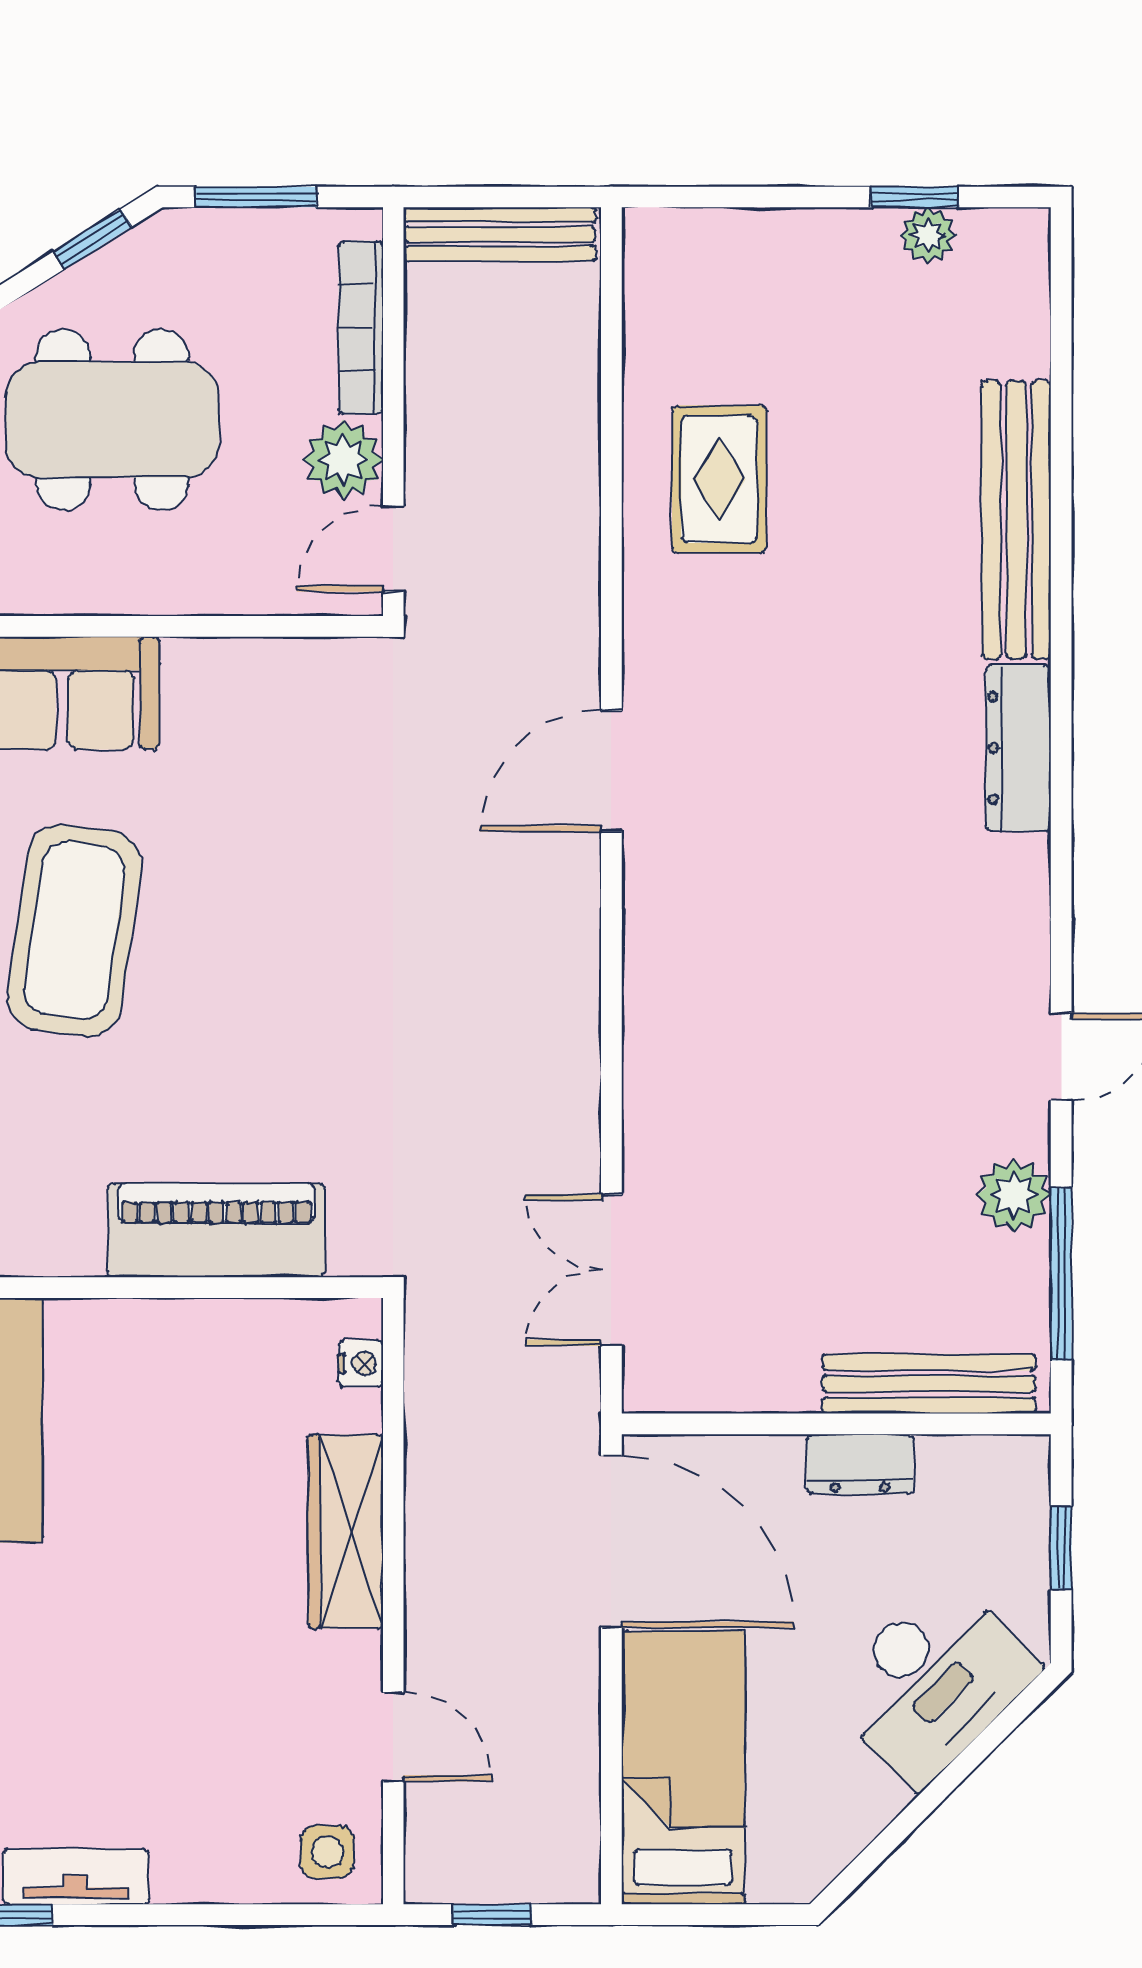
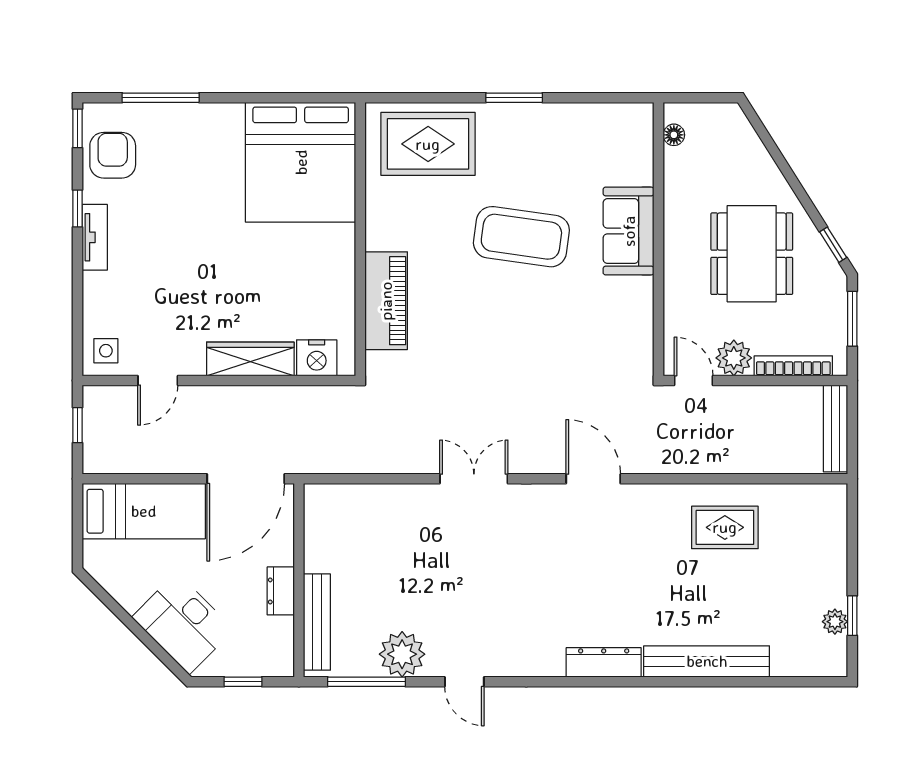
plant: (1014, 1195) -> (402, 654), width x1.36, depth x1.36
double door: (611, 1270) -> (474, 479), moved
nightstand: (361, 1363) -> (317, 358), width x1.89, depth x1.79

